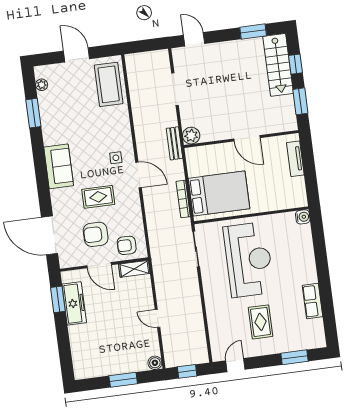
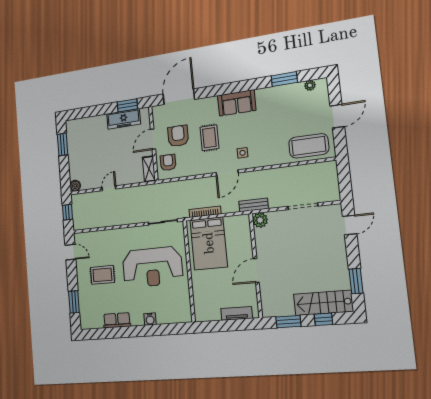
water cooler: (303, 217) -> (150, 319), moved
window: (123, 380) -> (63, 144), moved

